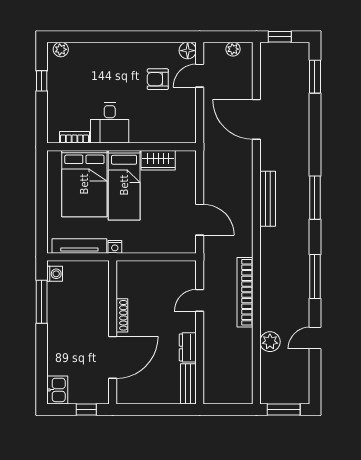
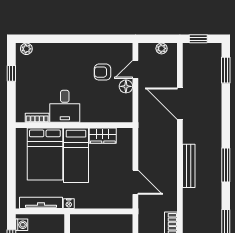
floor lamp: (188, 51) -> (126, 86), moved

